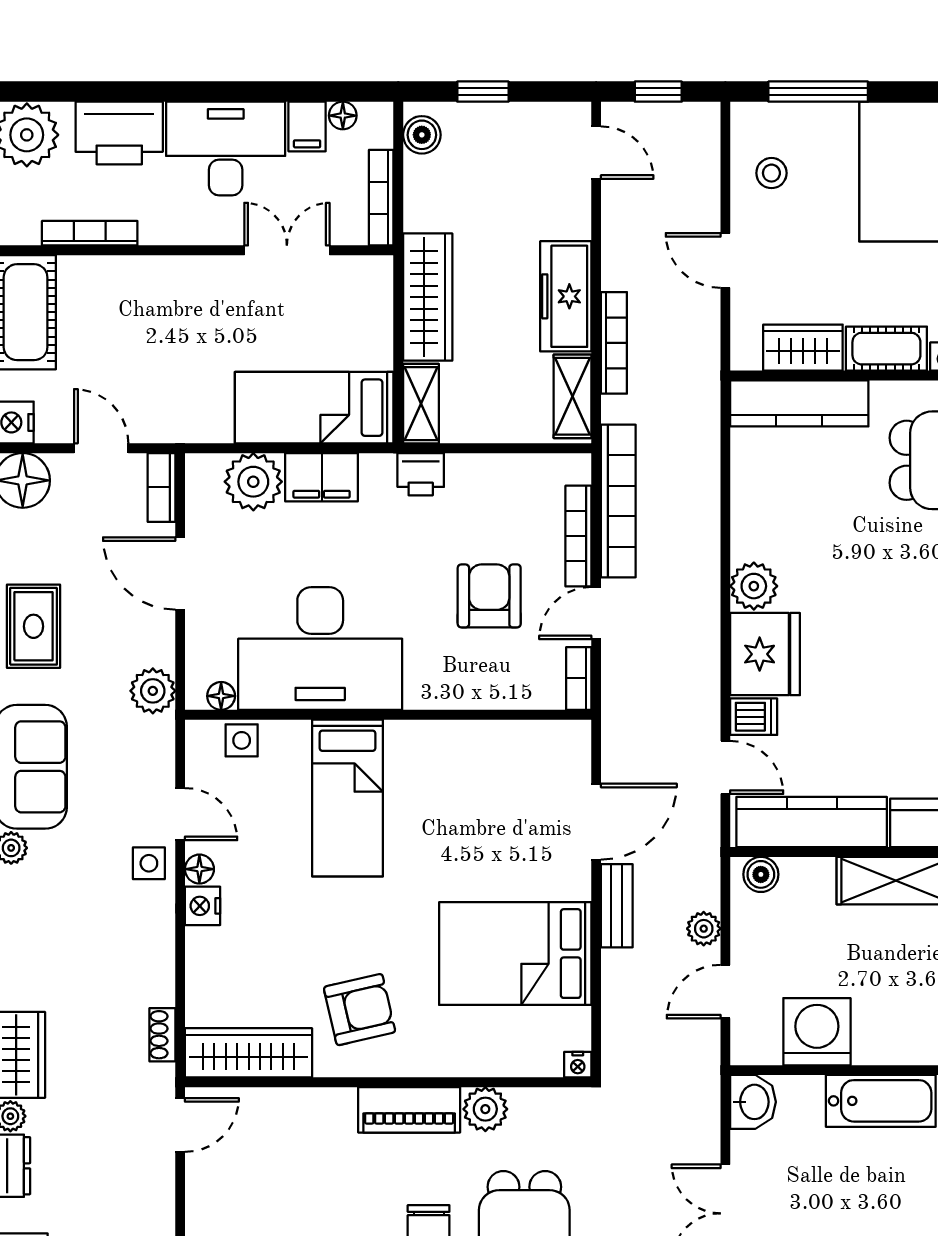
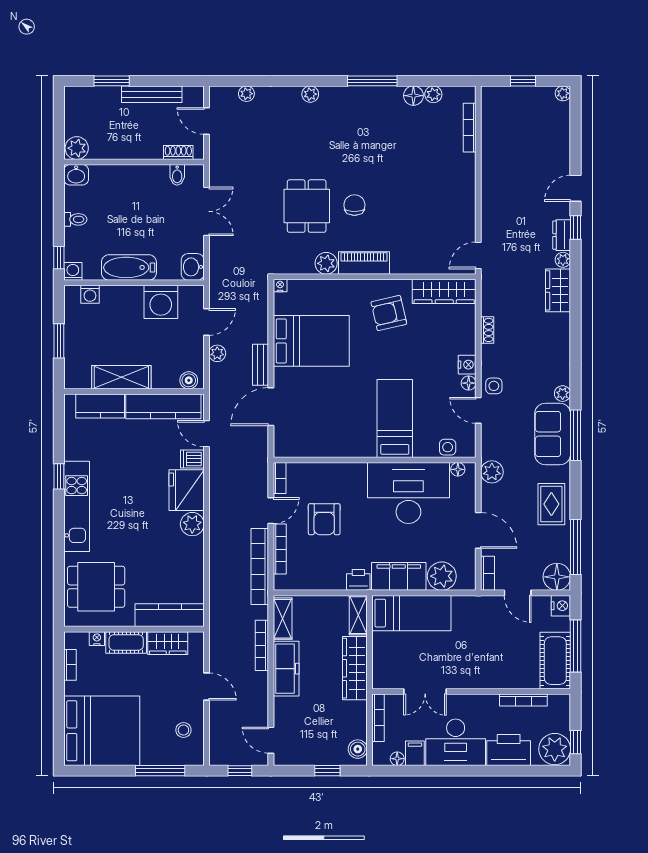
filing cabinet: (322, 477) -> (399, 576), width x1.50, depth x1.17
shoe rack: (162, 1035) -> (487, 330), moved

